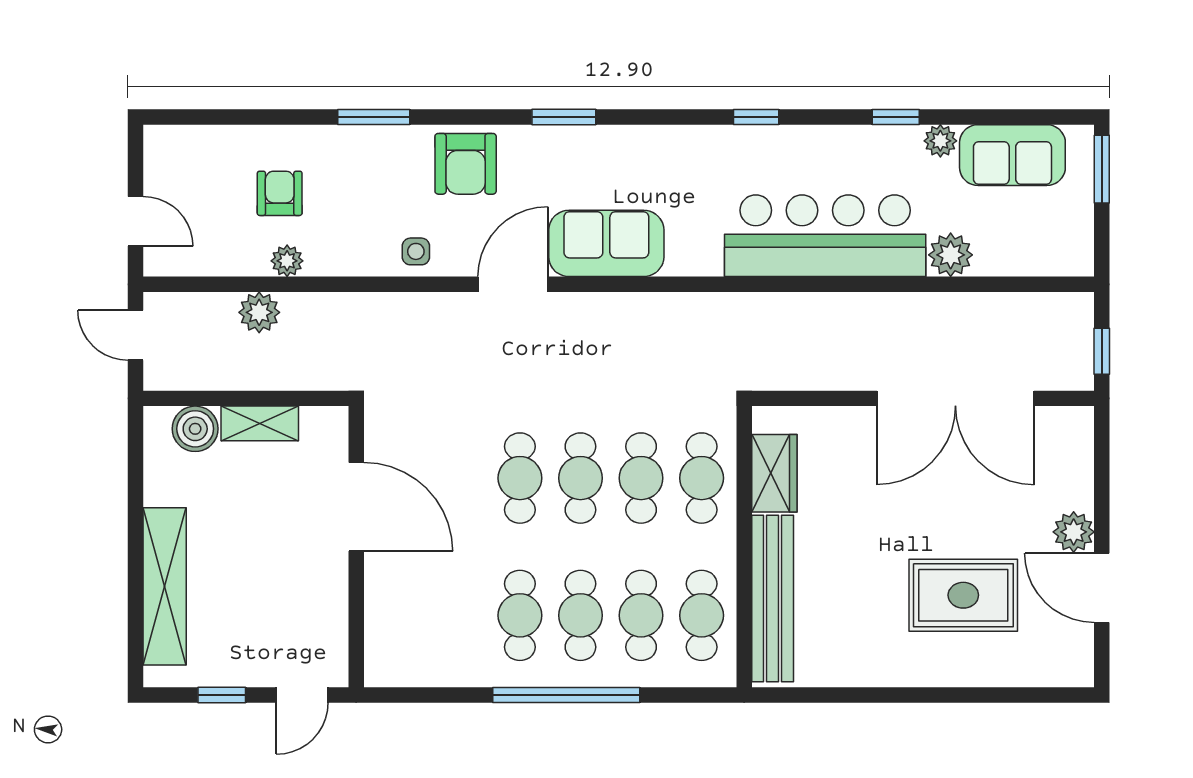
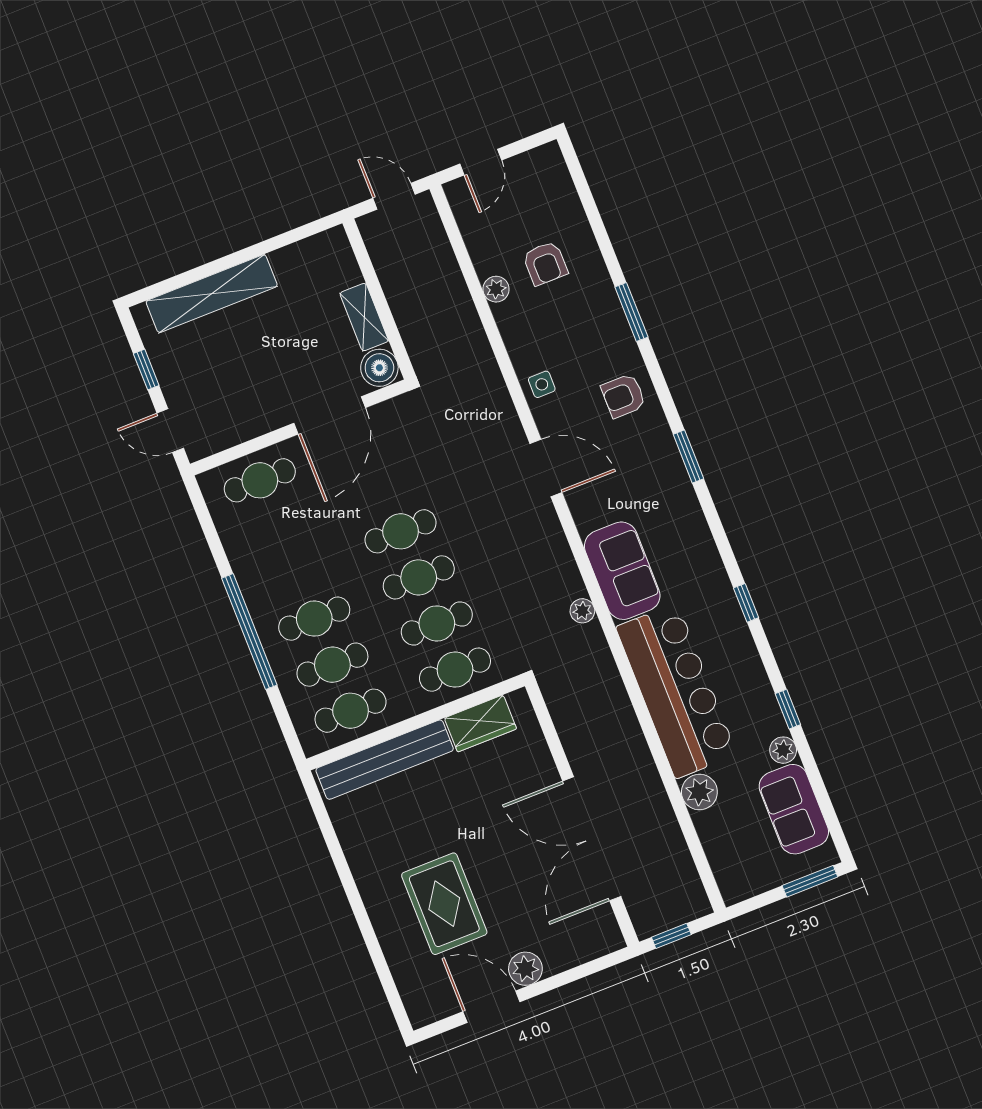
armchair: (466, 164) -> (623, 396), width x0.72, depth x0.72
armchair: (280, 193) -> (545, 263), turned 90
sofa: (606, 243) -> (622, 571), moved
plant: (259, 312) -> (582, 611), moved, width x0.73, depth x0.73
door: (136, 335) -> (394, 196), hinge flipped
boiler: (195, 429) -> (379, 368), moved
door: (1102, 588) -> (491, 1007), hinge flipped
cafe table: (520, 615) -> (260, 480), moved

